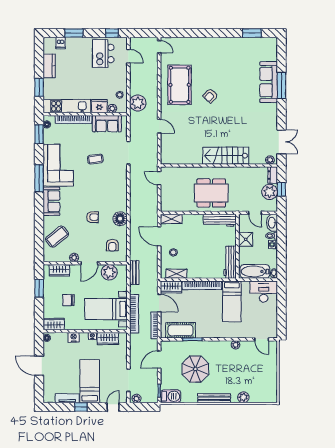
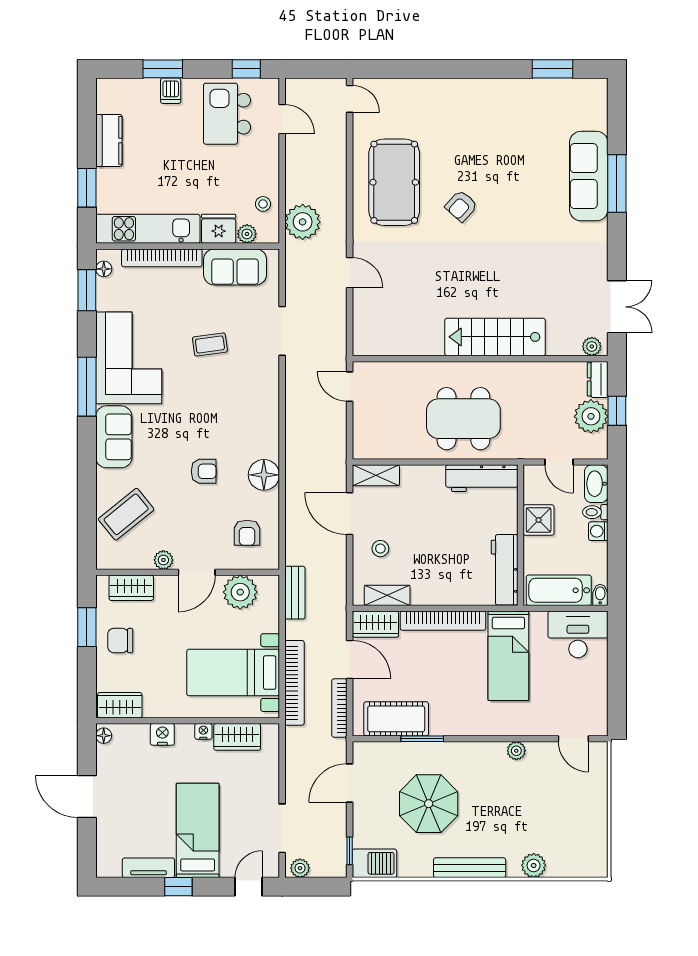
dishwasher: (61, 43) -> (171, 91), moved
chair: (68, 300) -> (120, 641), moved

